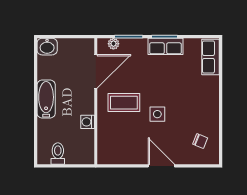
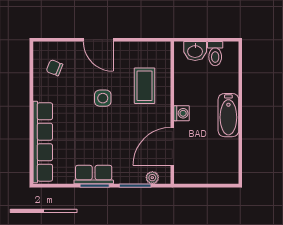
washbasin: (47, 47) -> (195, 51), moved, turned 180
row of seats: (211, 57) -> (43, 142), width x2.02
coffee table: (124, 103) -> (145, 86), moved, turned 90
washing machine: (88, 122) -> (182, 113), moved

